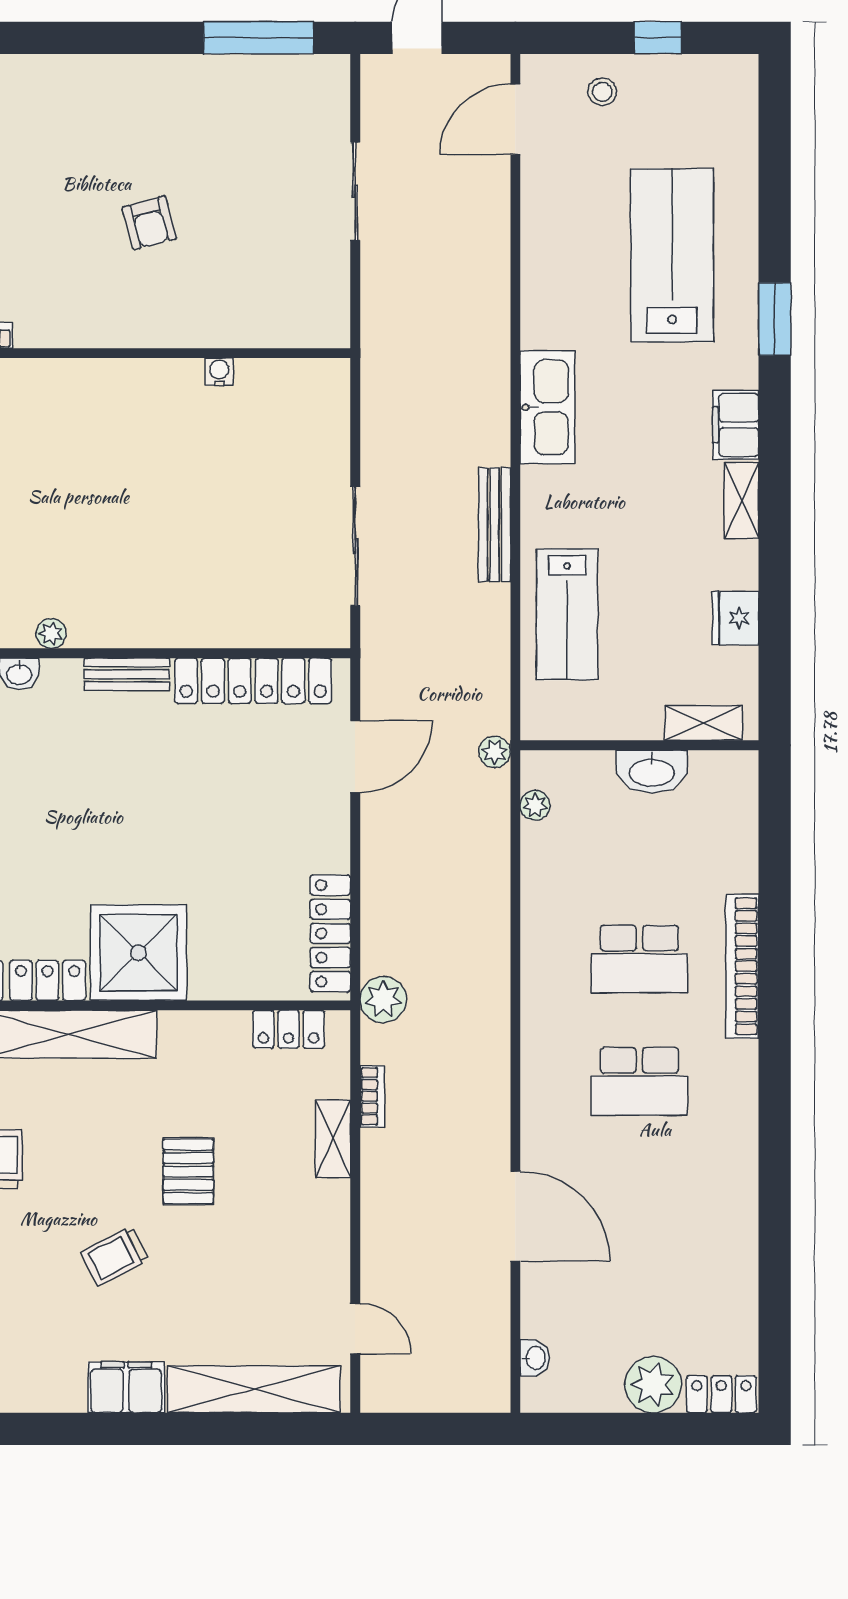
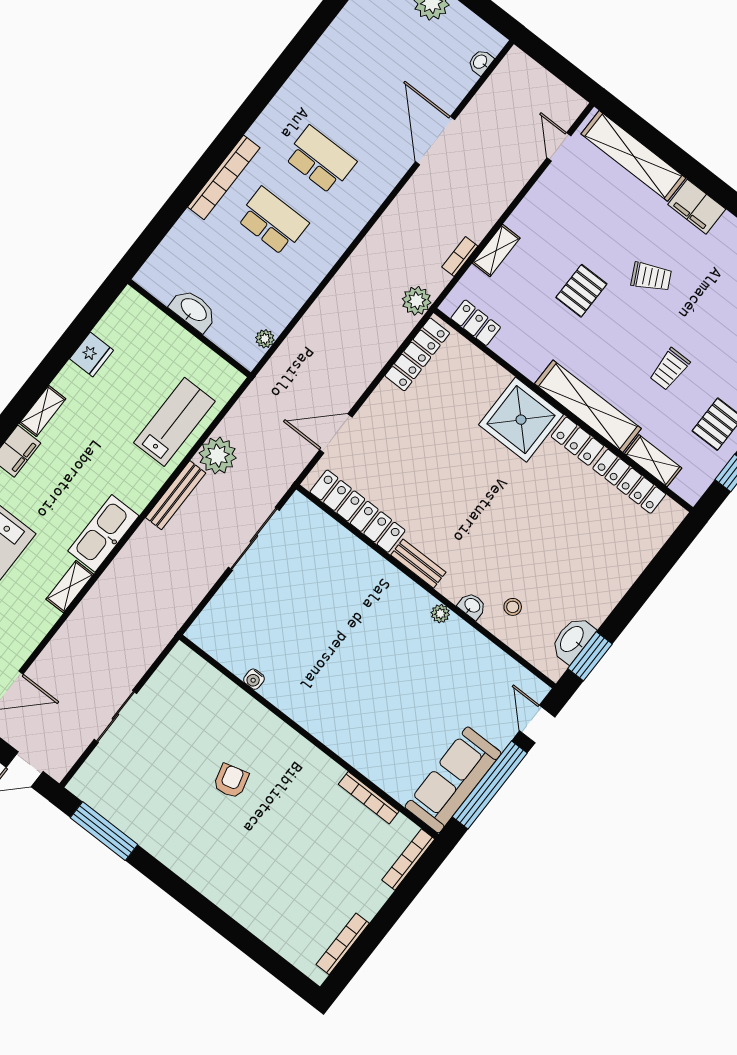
shelving: (703, 723) -> (70, 587), moved, turned 90
plant: (495, 752) -> (218, 456), moved, width x1.88, depth x1.88

